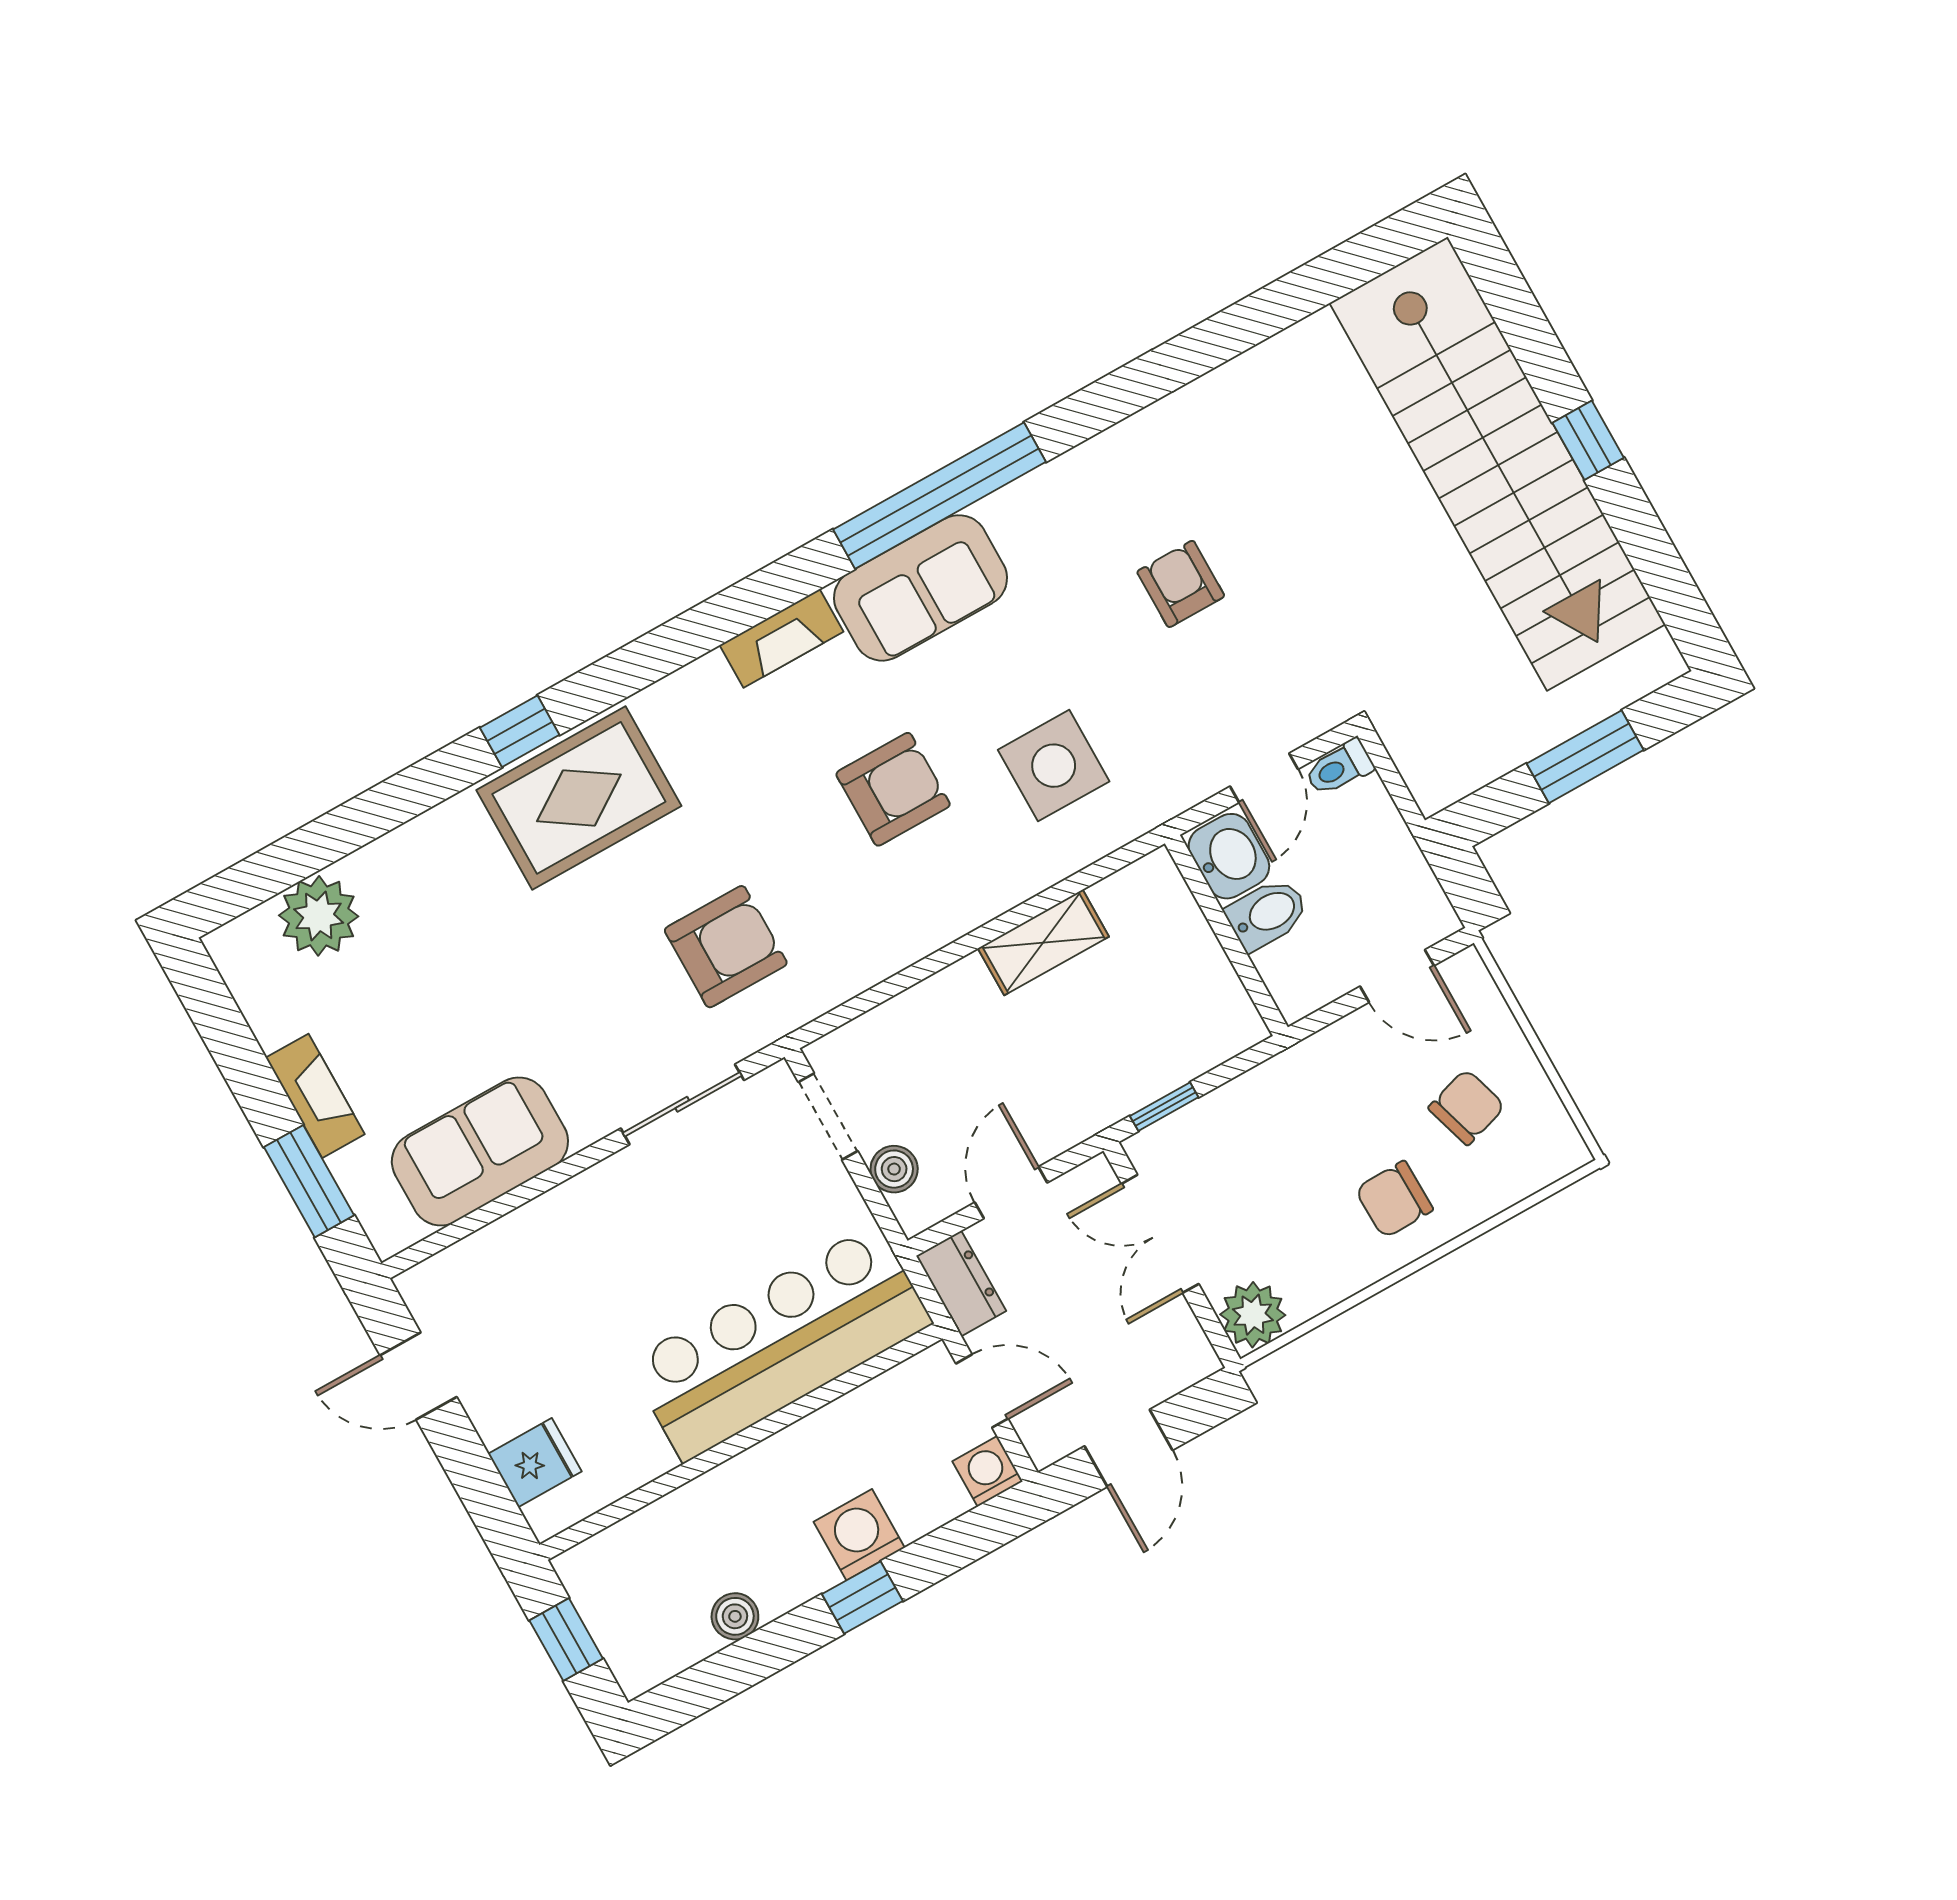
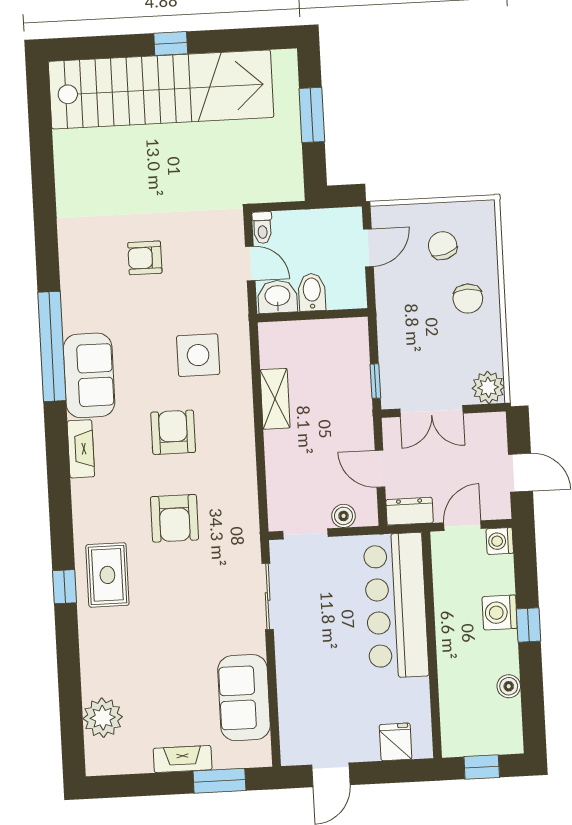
rug: (579, 798) -> (107, 575), width x0.73, depth x0.70
armchair: (726, 947) -> (175, 518), moved, turned 180

